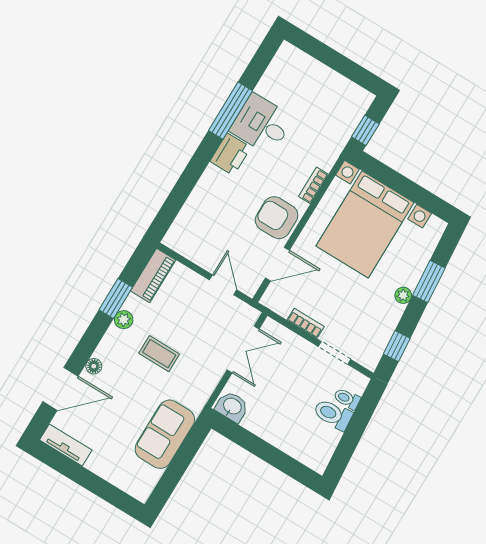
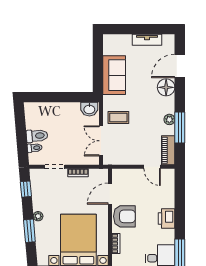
printer: (230, 154) -> (167, 219), moved
door: (223, 285) -> (152, 167), moved
window: (116, 298) -> (180, 128), width x1.44
coffee table: (159, 354) -> (118, 118), moved
floor lamp: (94, 366) -> (166, 87), width x1.89, depth x1.89
tv unit: (66, 445) -> (147, 40), moved

